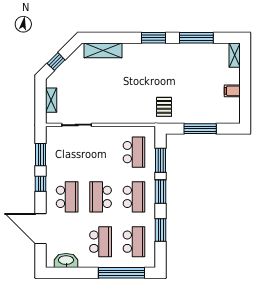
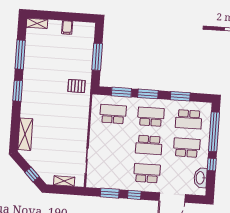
school desk: (134, 242) -> (189, 119), turned 180
window: (83, 273) -> (212, 164), added

